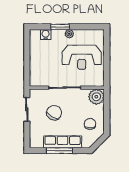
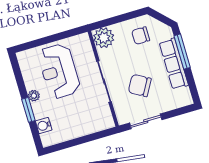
reception desk: (82, 57) -> (59, 71), turned 180
window: (59, 151) -> (182, 52), moved

